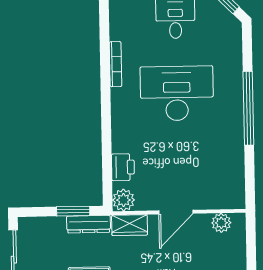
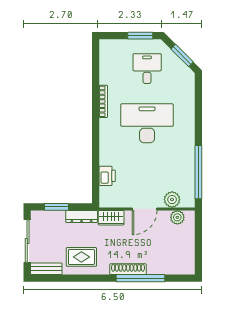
window: (248, 108) -> (198, 172), moved
plant: (124, 200) -> (172, 200), moved
window: (73, 211) -> (57, 207), moved

